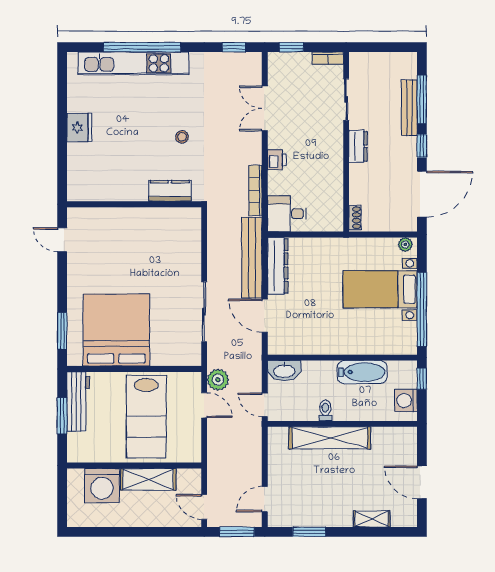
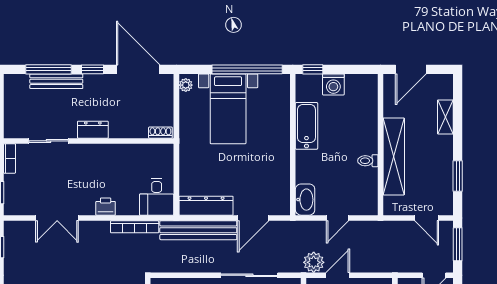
toilet: (325, 410) -> (368, 161), moved
wall: (342, 424) -> (381, 145), moved
shelving: (330, 438) -> (394, 156), moved

